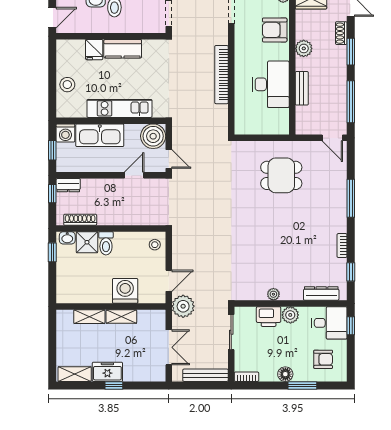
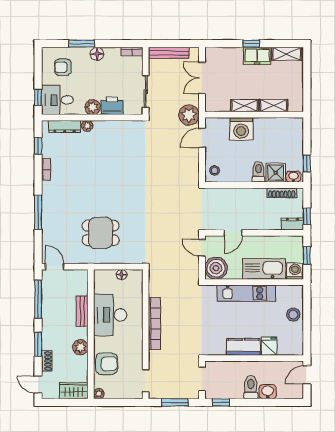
floor lamp: (258, 129) -> (122, 275), added
plant: (273, 294) -> (87, 126), moved

